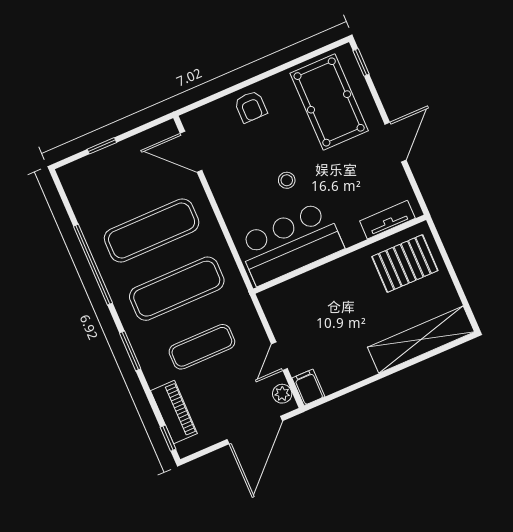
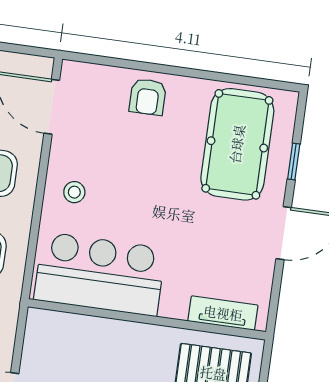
window: (361, 62) -> (294, 162), moved
stool: (287, 180) -> (74, 192), moved

